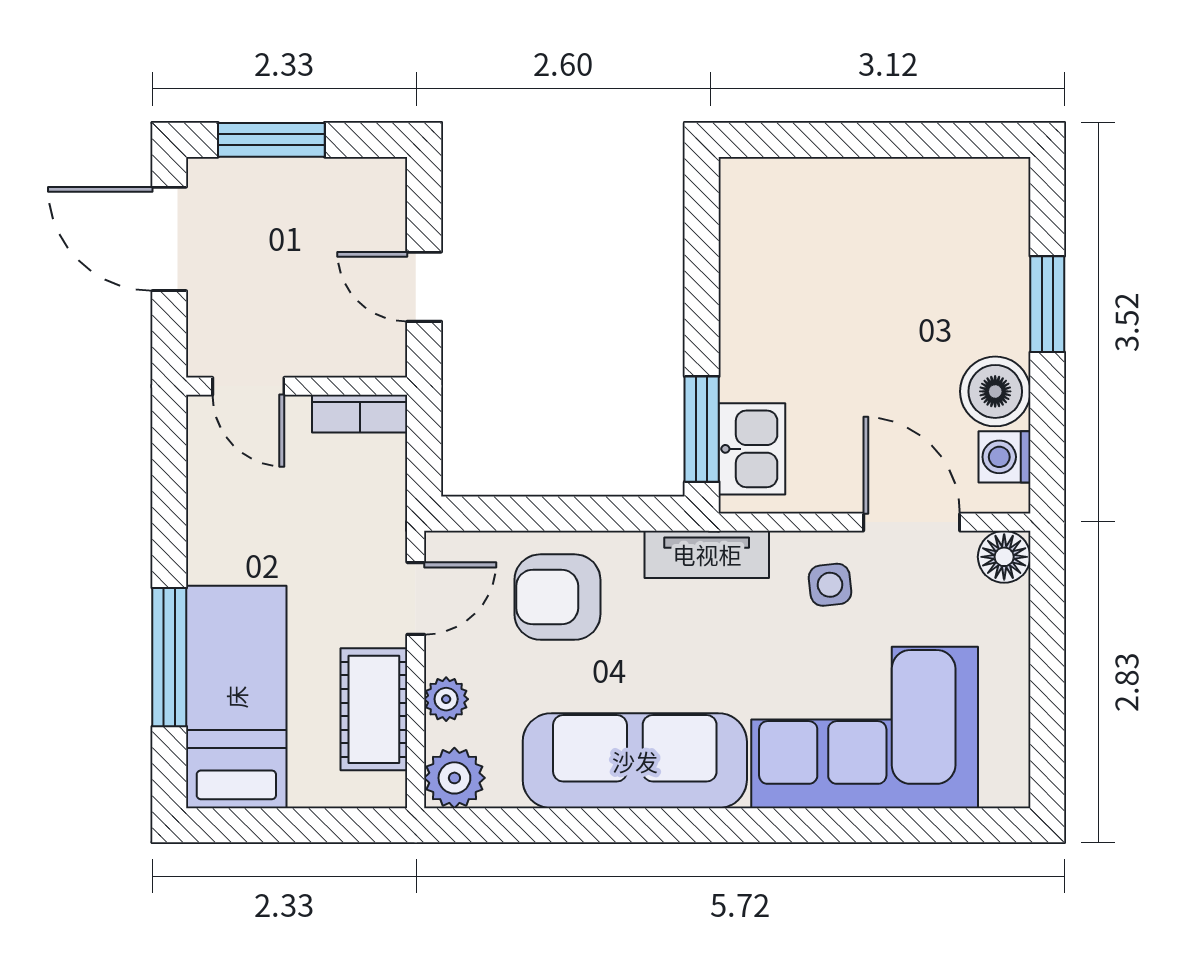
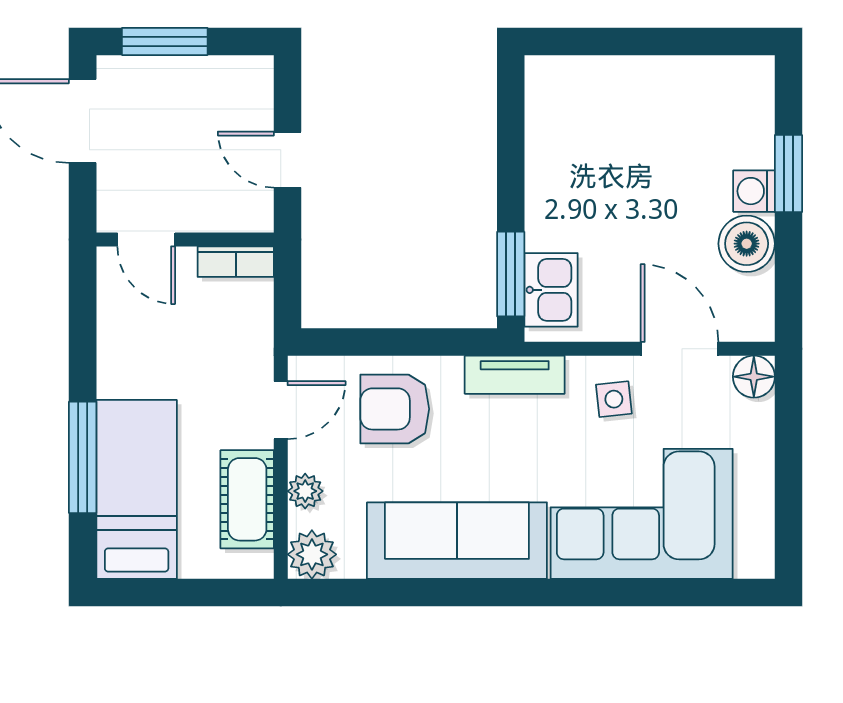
washing machine: (1004, 457) -> (754, 191), moved

